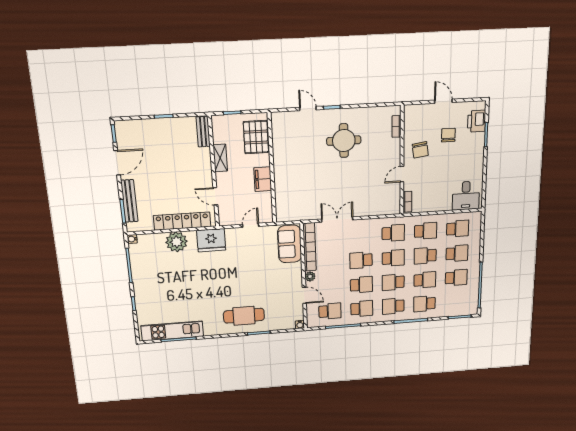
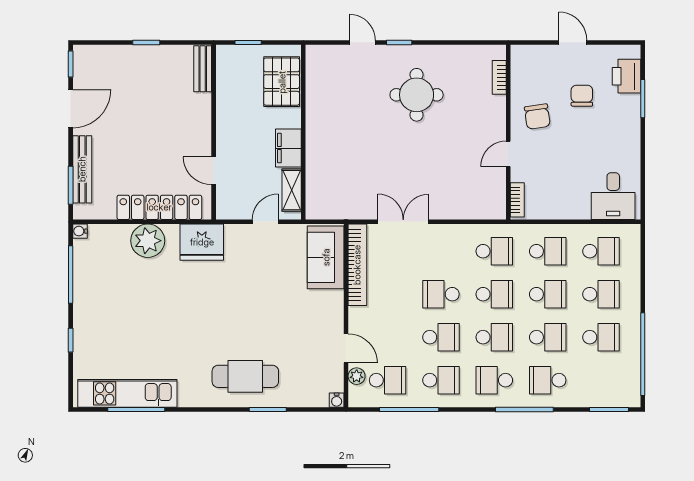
shelving: (220, 158) -> (292, 190), moved
school desk: (425, 256) -> (548, 294), turned 180
plant: (310, 276) -> (357, 376), moved
school desk: (393, 282) -> (494, 337), turned 180

